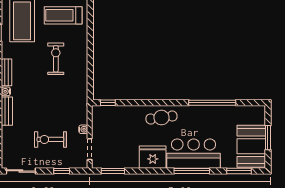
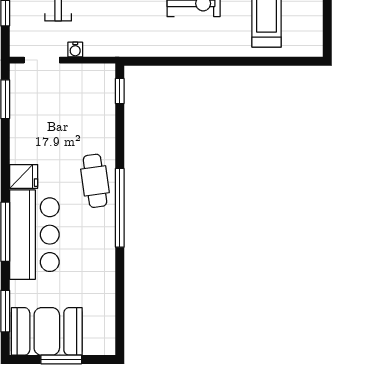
window: (212, 103) -> (120, 208), moved
fridge: (153, 157) -> (24, 176), width x0.53, depth x0.75

